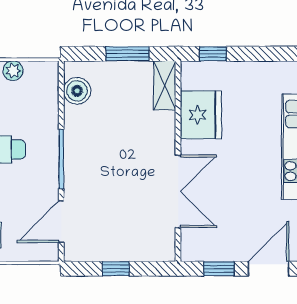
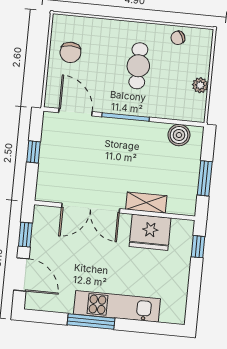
shelving: (165, 85) -> (146, 203), moved

